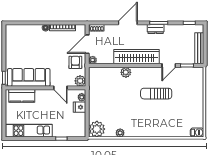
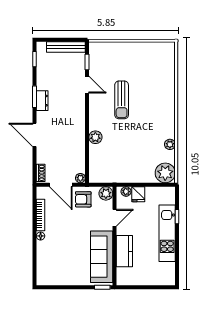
wardrobe: (137, 57) -> (76, 124), removed
kitchen counter: (22, 96) -> (124, 251), moved
kitchen unit: (29, 131) -> (167, 233), moved
barbecue: (197, 133) -> (169, 50), removed

